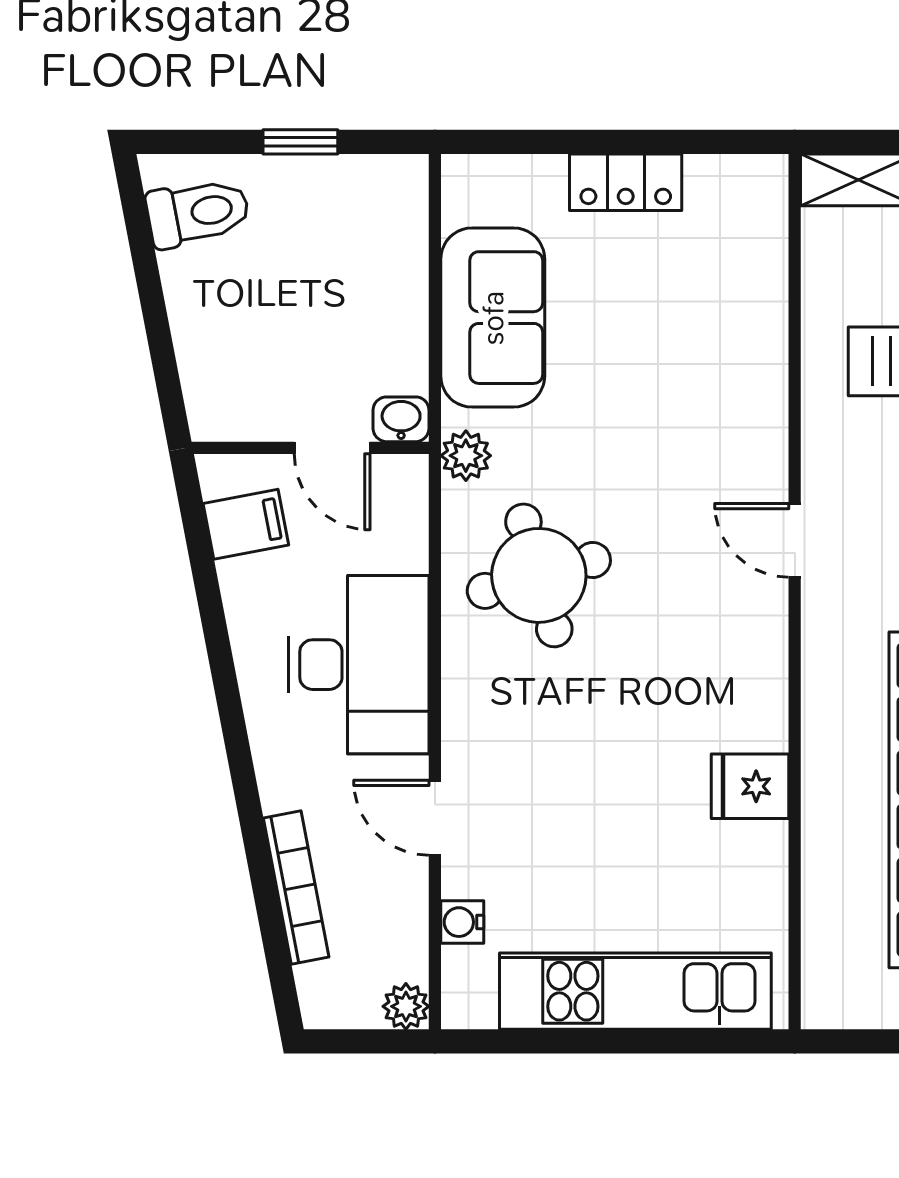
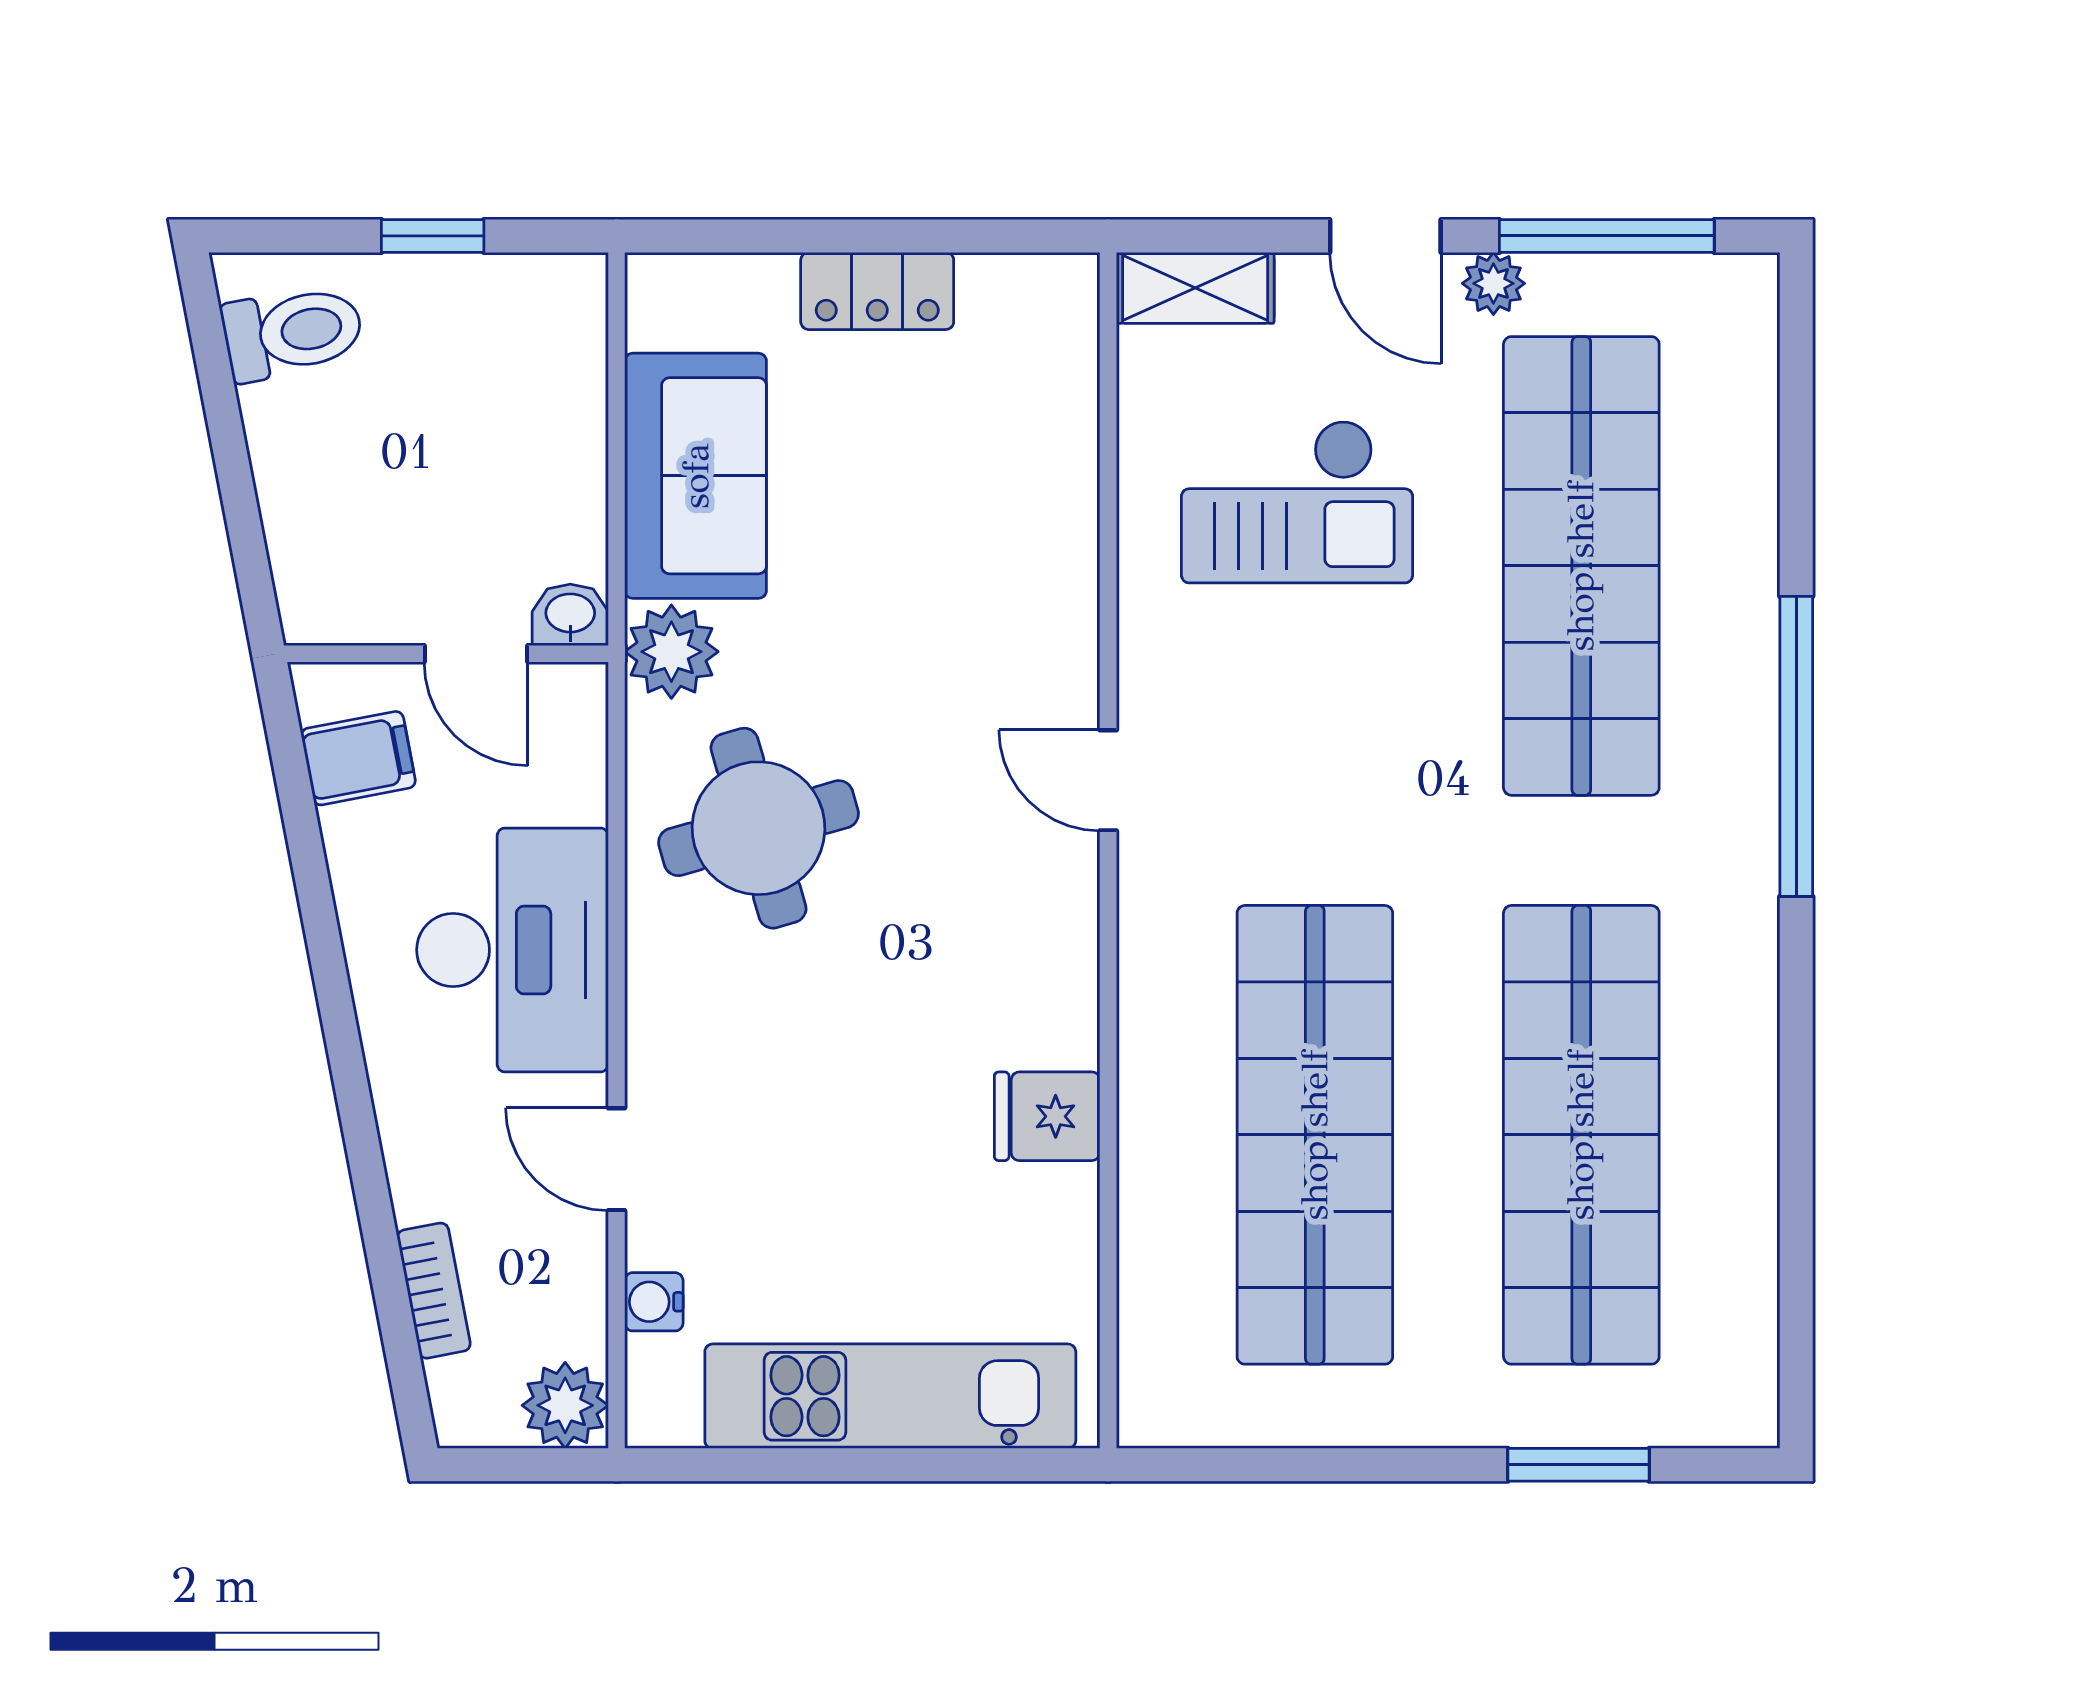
plant: (466, 456) -> (671, 652), width x1.38, depth x1.38
bookcase: (296, 888) -> (434, 1291), width x0.64
plant: (406, 1006) -> (565, 1405), width x1.38, depth x1.38

